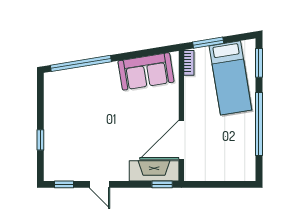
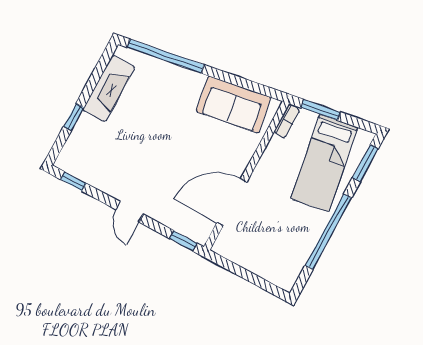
fireplace: (154, 171) -> (109, 88), moved, turned 90
door: (99, 184) -> (130, 212), moved

